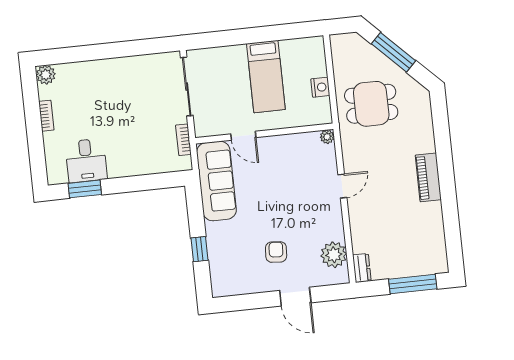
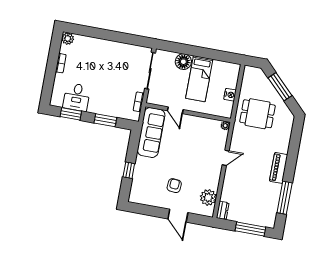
floor lamp: (234, 58) -> (183, 62), added
window: (141, 183) -> (105, 120), added
window: (451, 221) -> (285, 198), added

